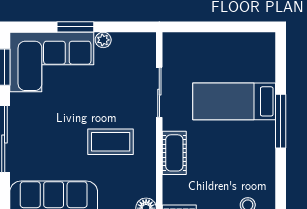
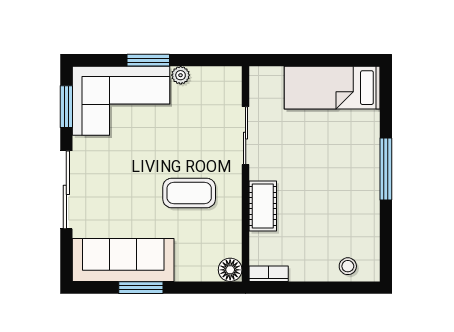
bed: (234, 101) -> (332, 88), moved

